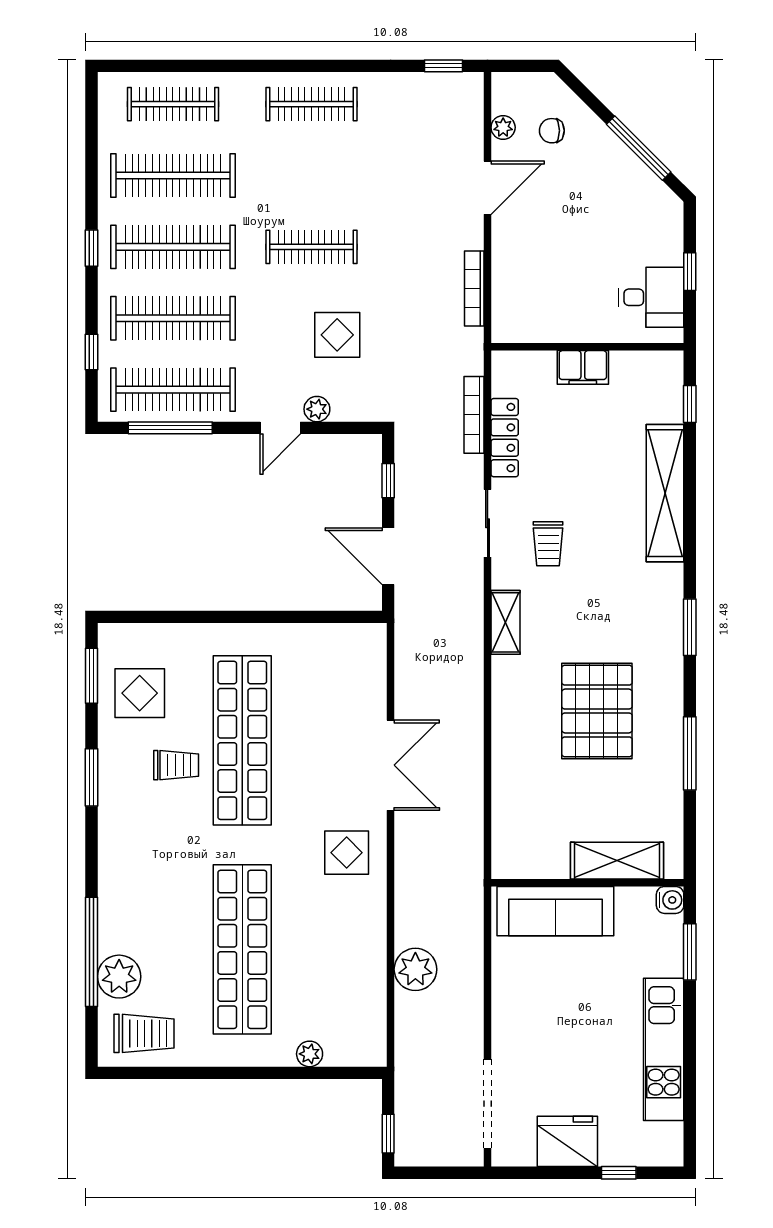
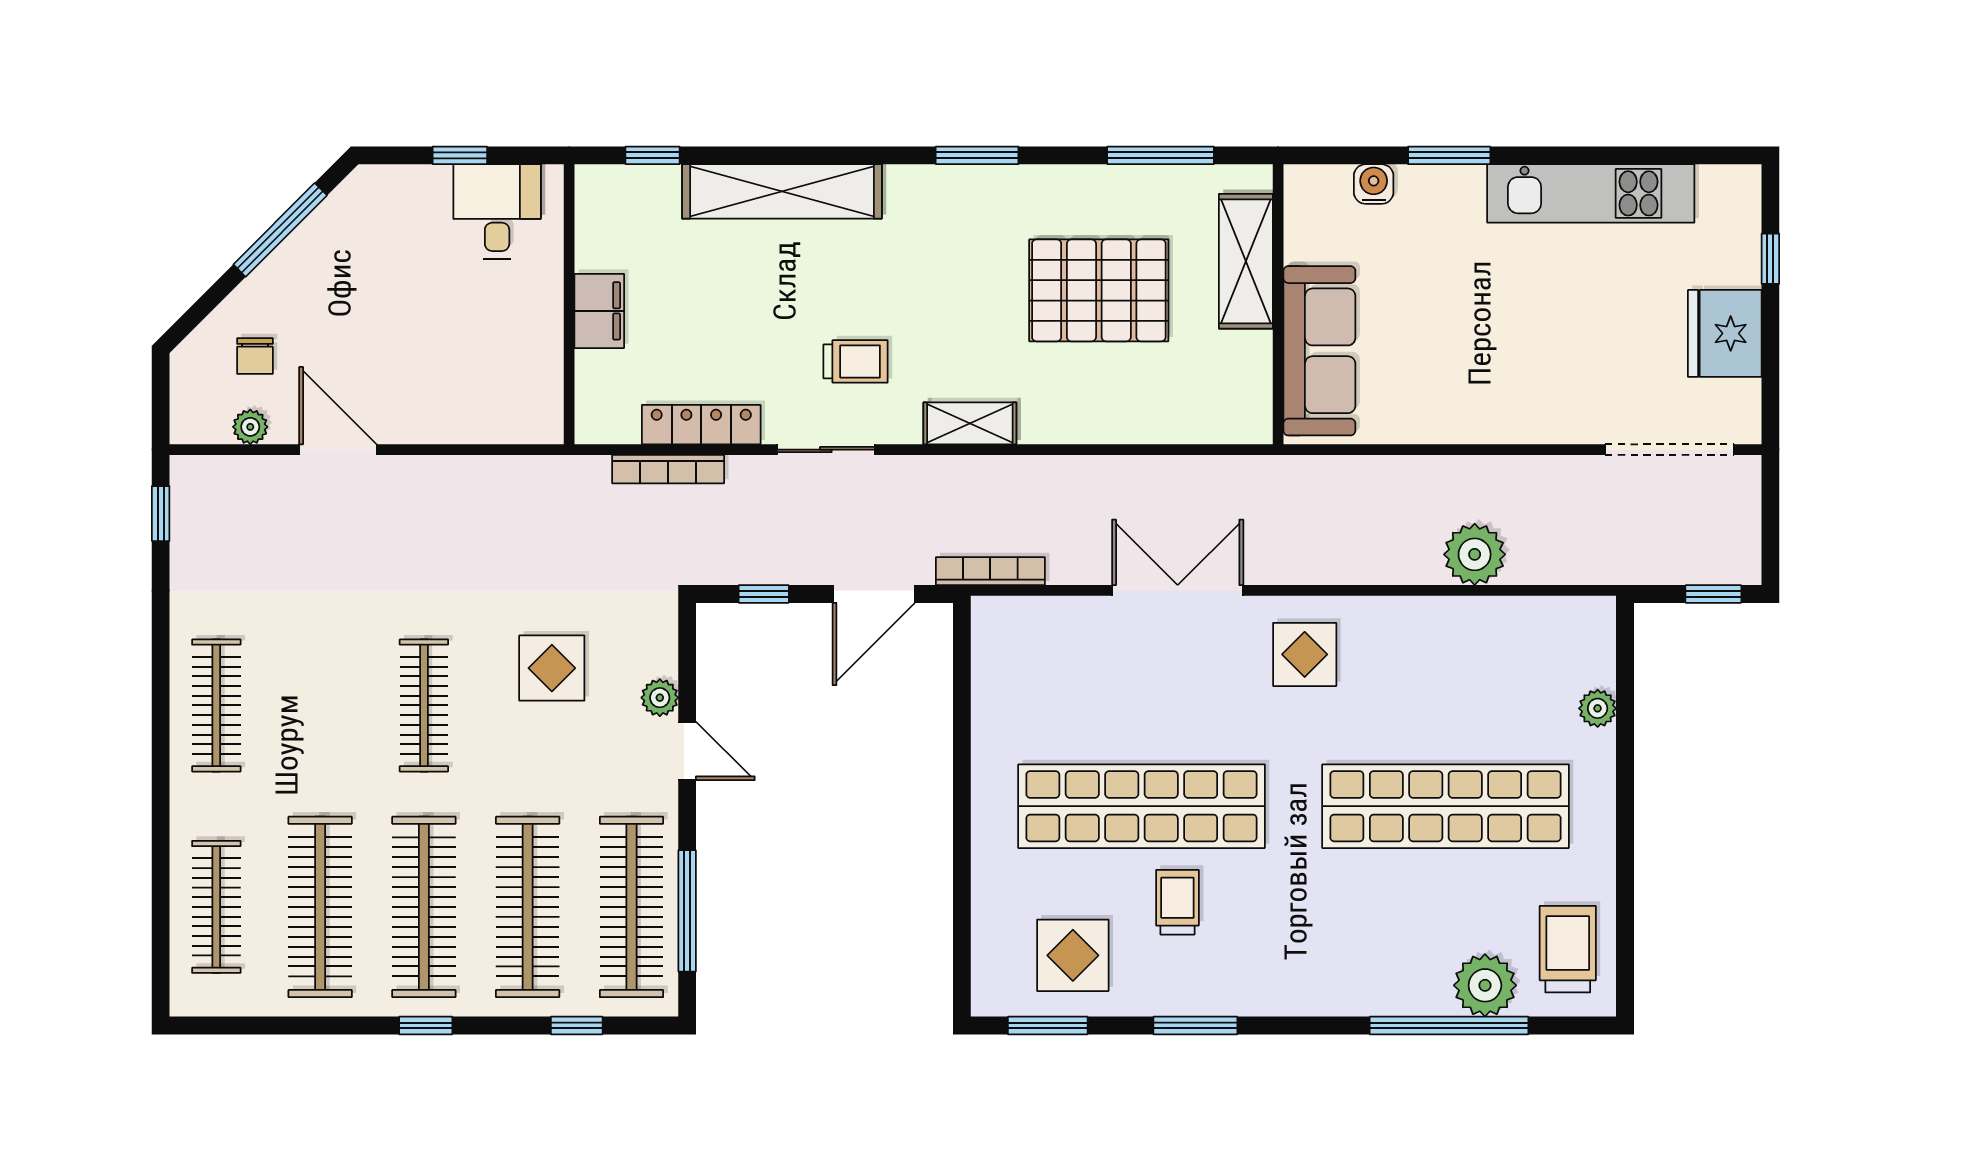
bookcase: (474, 289) -> (990, 571), moved, turned 180
shelving: (617, 861) -> (1246, 261), moved
wall: (587, 883) -> (1278, 304), moved
sofa: (555, 911) -> (1319, 351), moved

